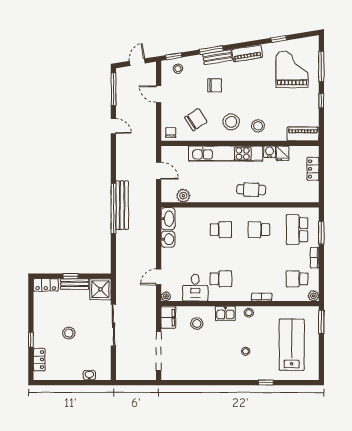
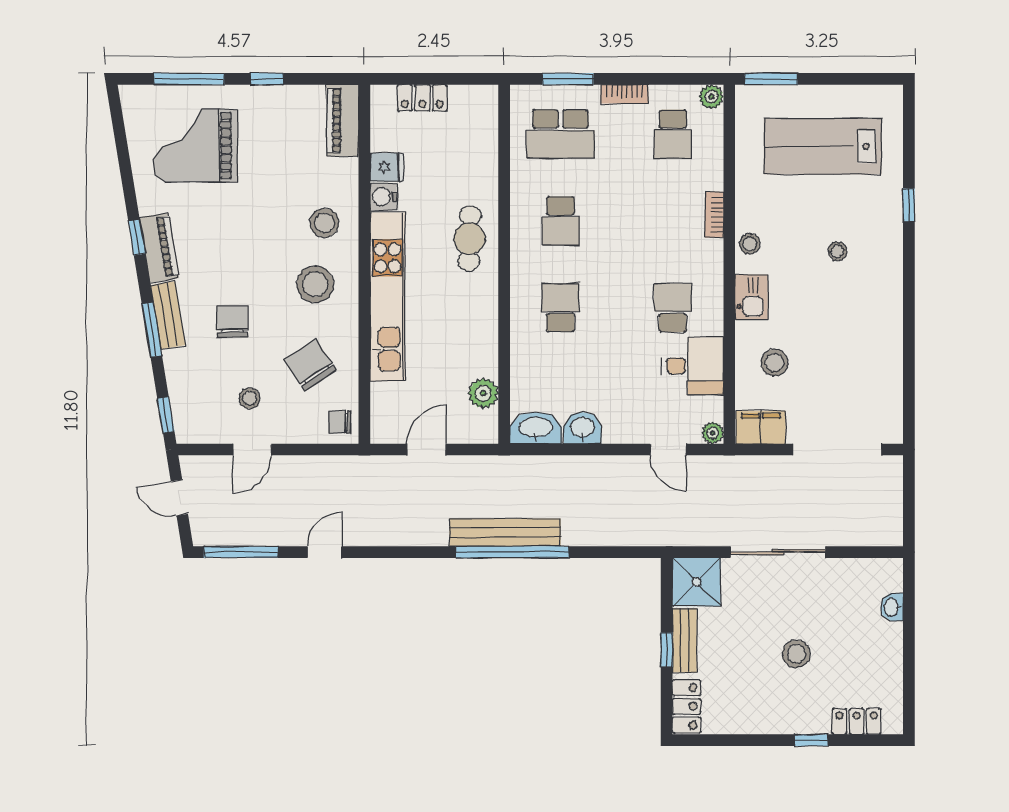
window: (279, 39) -> (137, 237), moved
stool: (178, 69) -> (249, 398), moved

